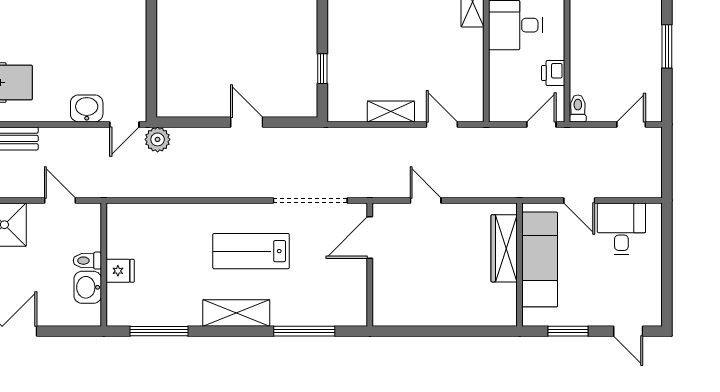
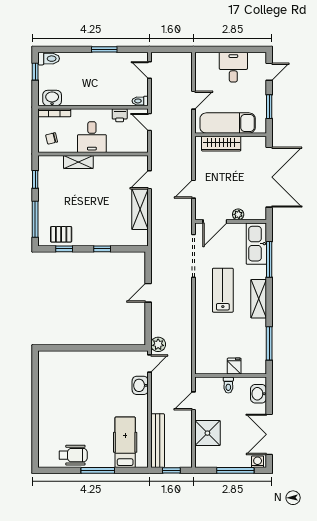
window: (322, 69) -> (102, 249), moved
shelving: (391, 112) -> (140, 209), width x1.50, depth x1.33
door: (124, 124) -> (149, 364), hinge flipped
desk: (621, 229) -> (233, 67), moved, turned 90
door: (370, 237) -> (215, 221), hinge flipped
lab bench: (251, 251) -> (223, 290), turned 180
plant: (382, 278) -> (238, 214), added
washbasin: (88, 287) -> (258, 394), moved, turned 90
kitchen sink: (331, 309) -> (256, 244), added
double door: (446, 331) -> (269, 177), added

